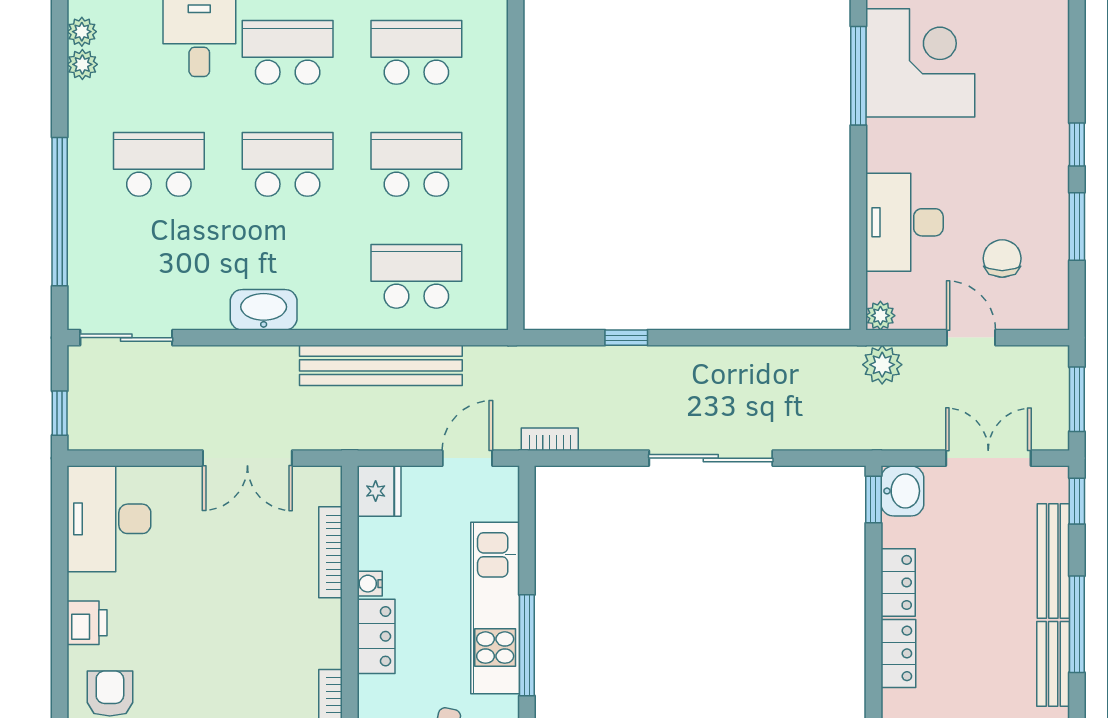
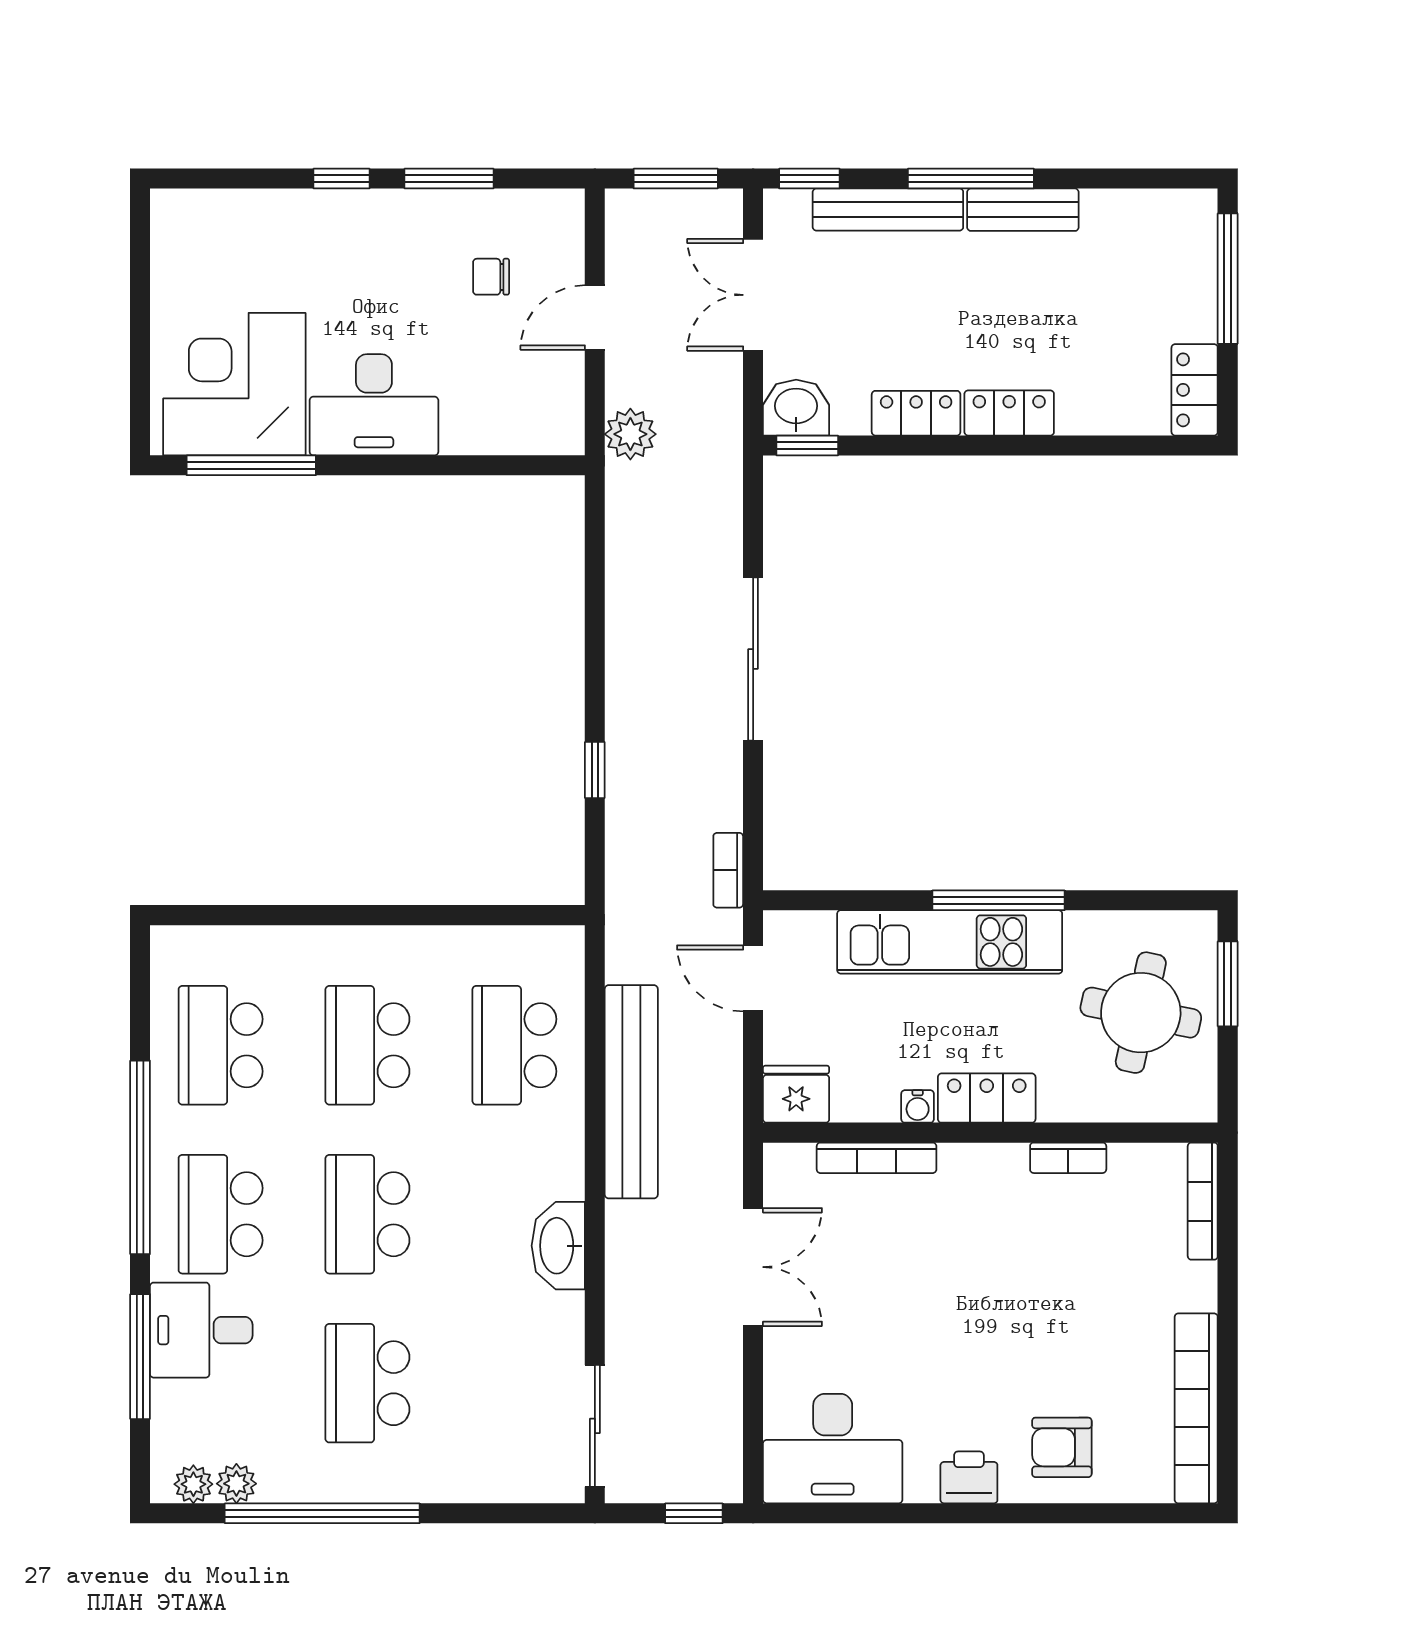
window: (60, 212) -> (322, 1513), moved
desk: (905, 222) -> (374, 405), moved
chair: (1002, 258) -> (491, 277), width x0.73, depth x0.73
plant: (880, 316) -> (566, 436), removed

